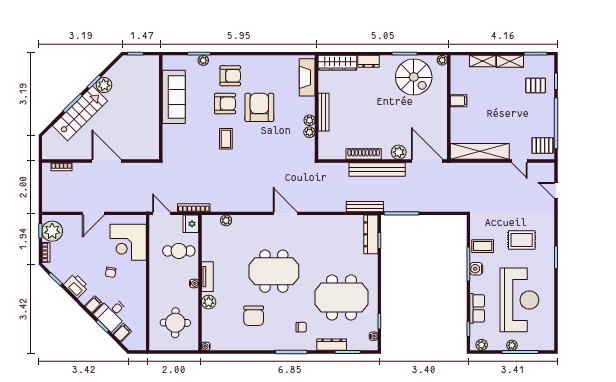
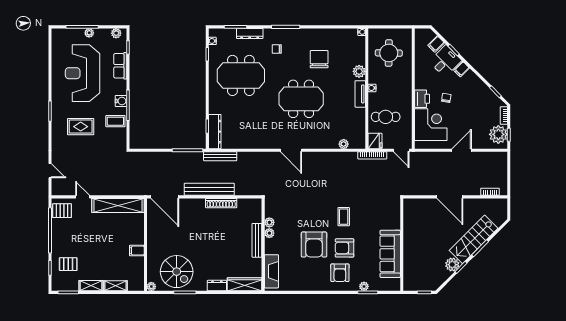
armchair: (230, 76) -> (340, 273), turned -90
spiral stairs: (414, 77) -> (177, 272), turned 180
plant: (399, 152) -> (190, 205), removed
printer: (76, 286) -> (422, 99), moved, turned -135

